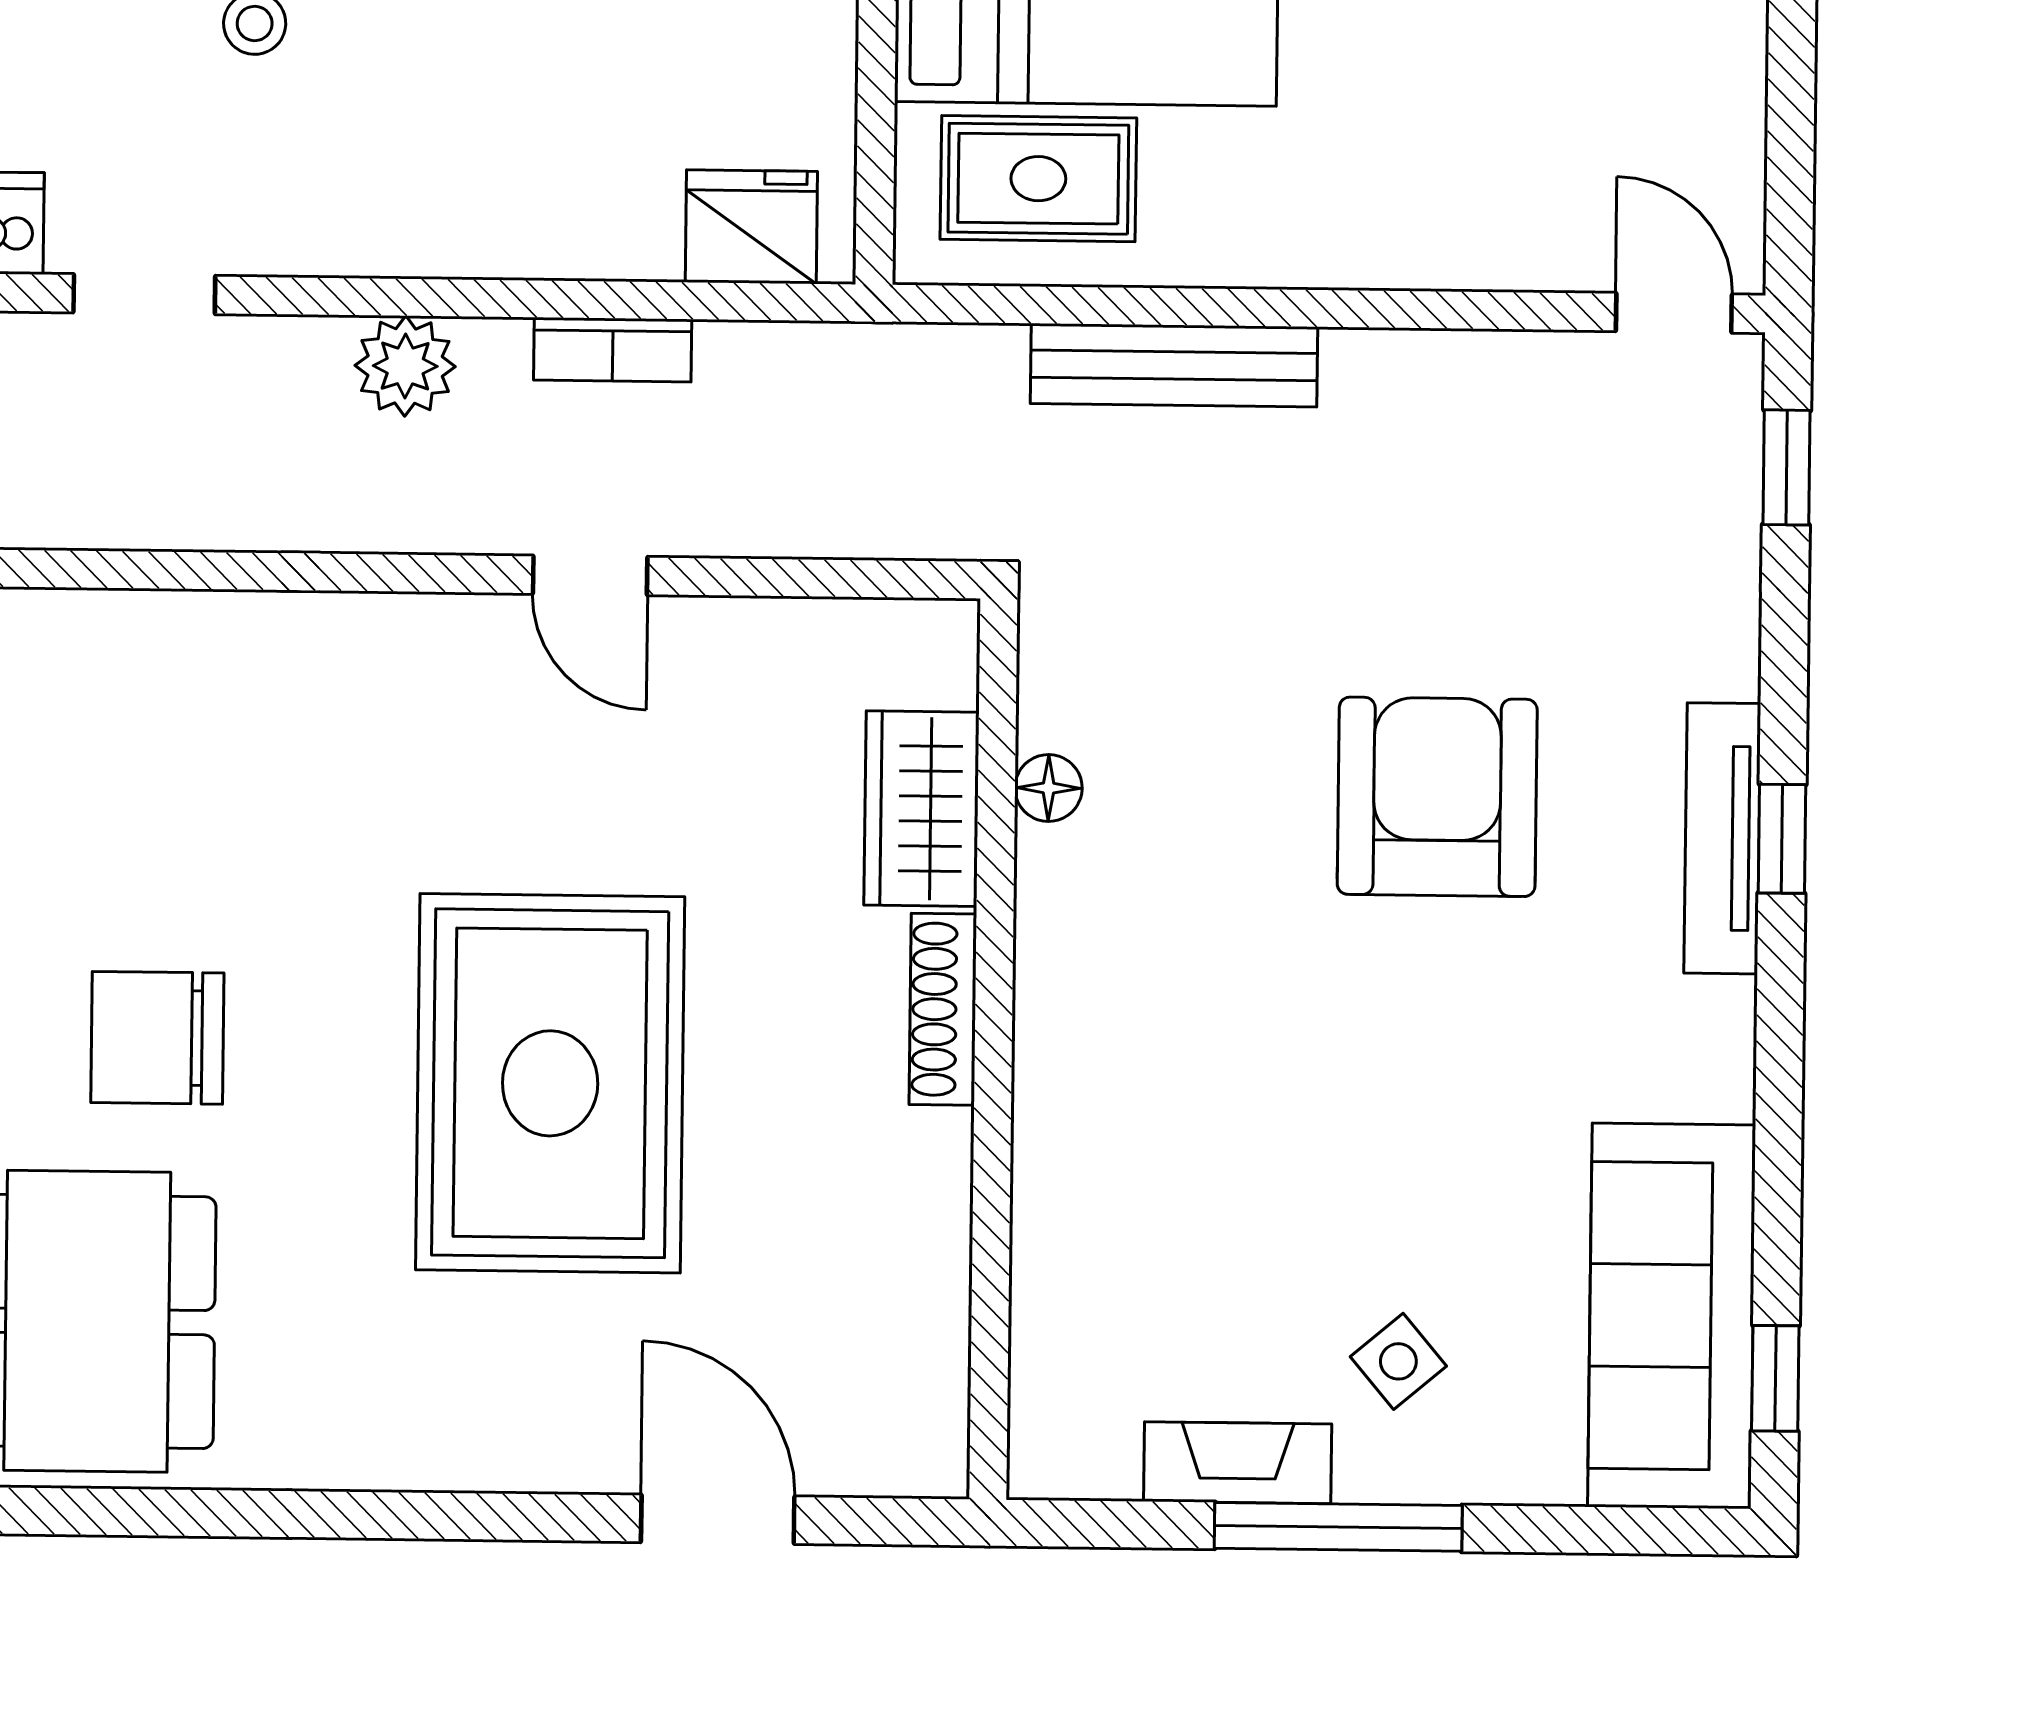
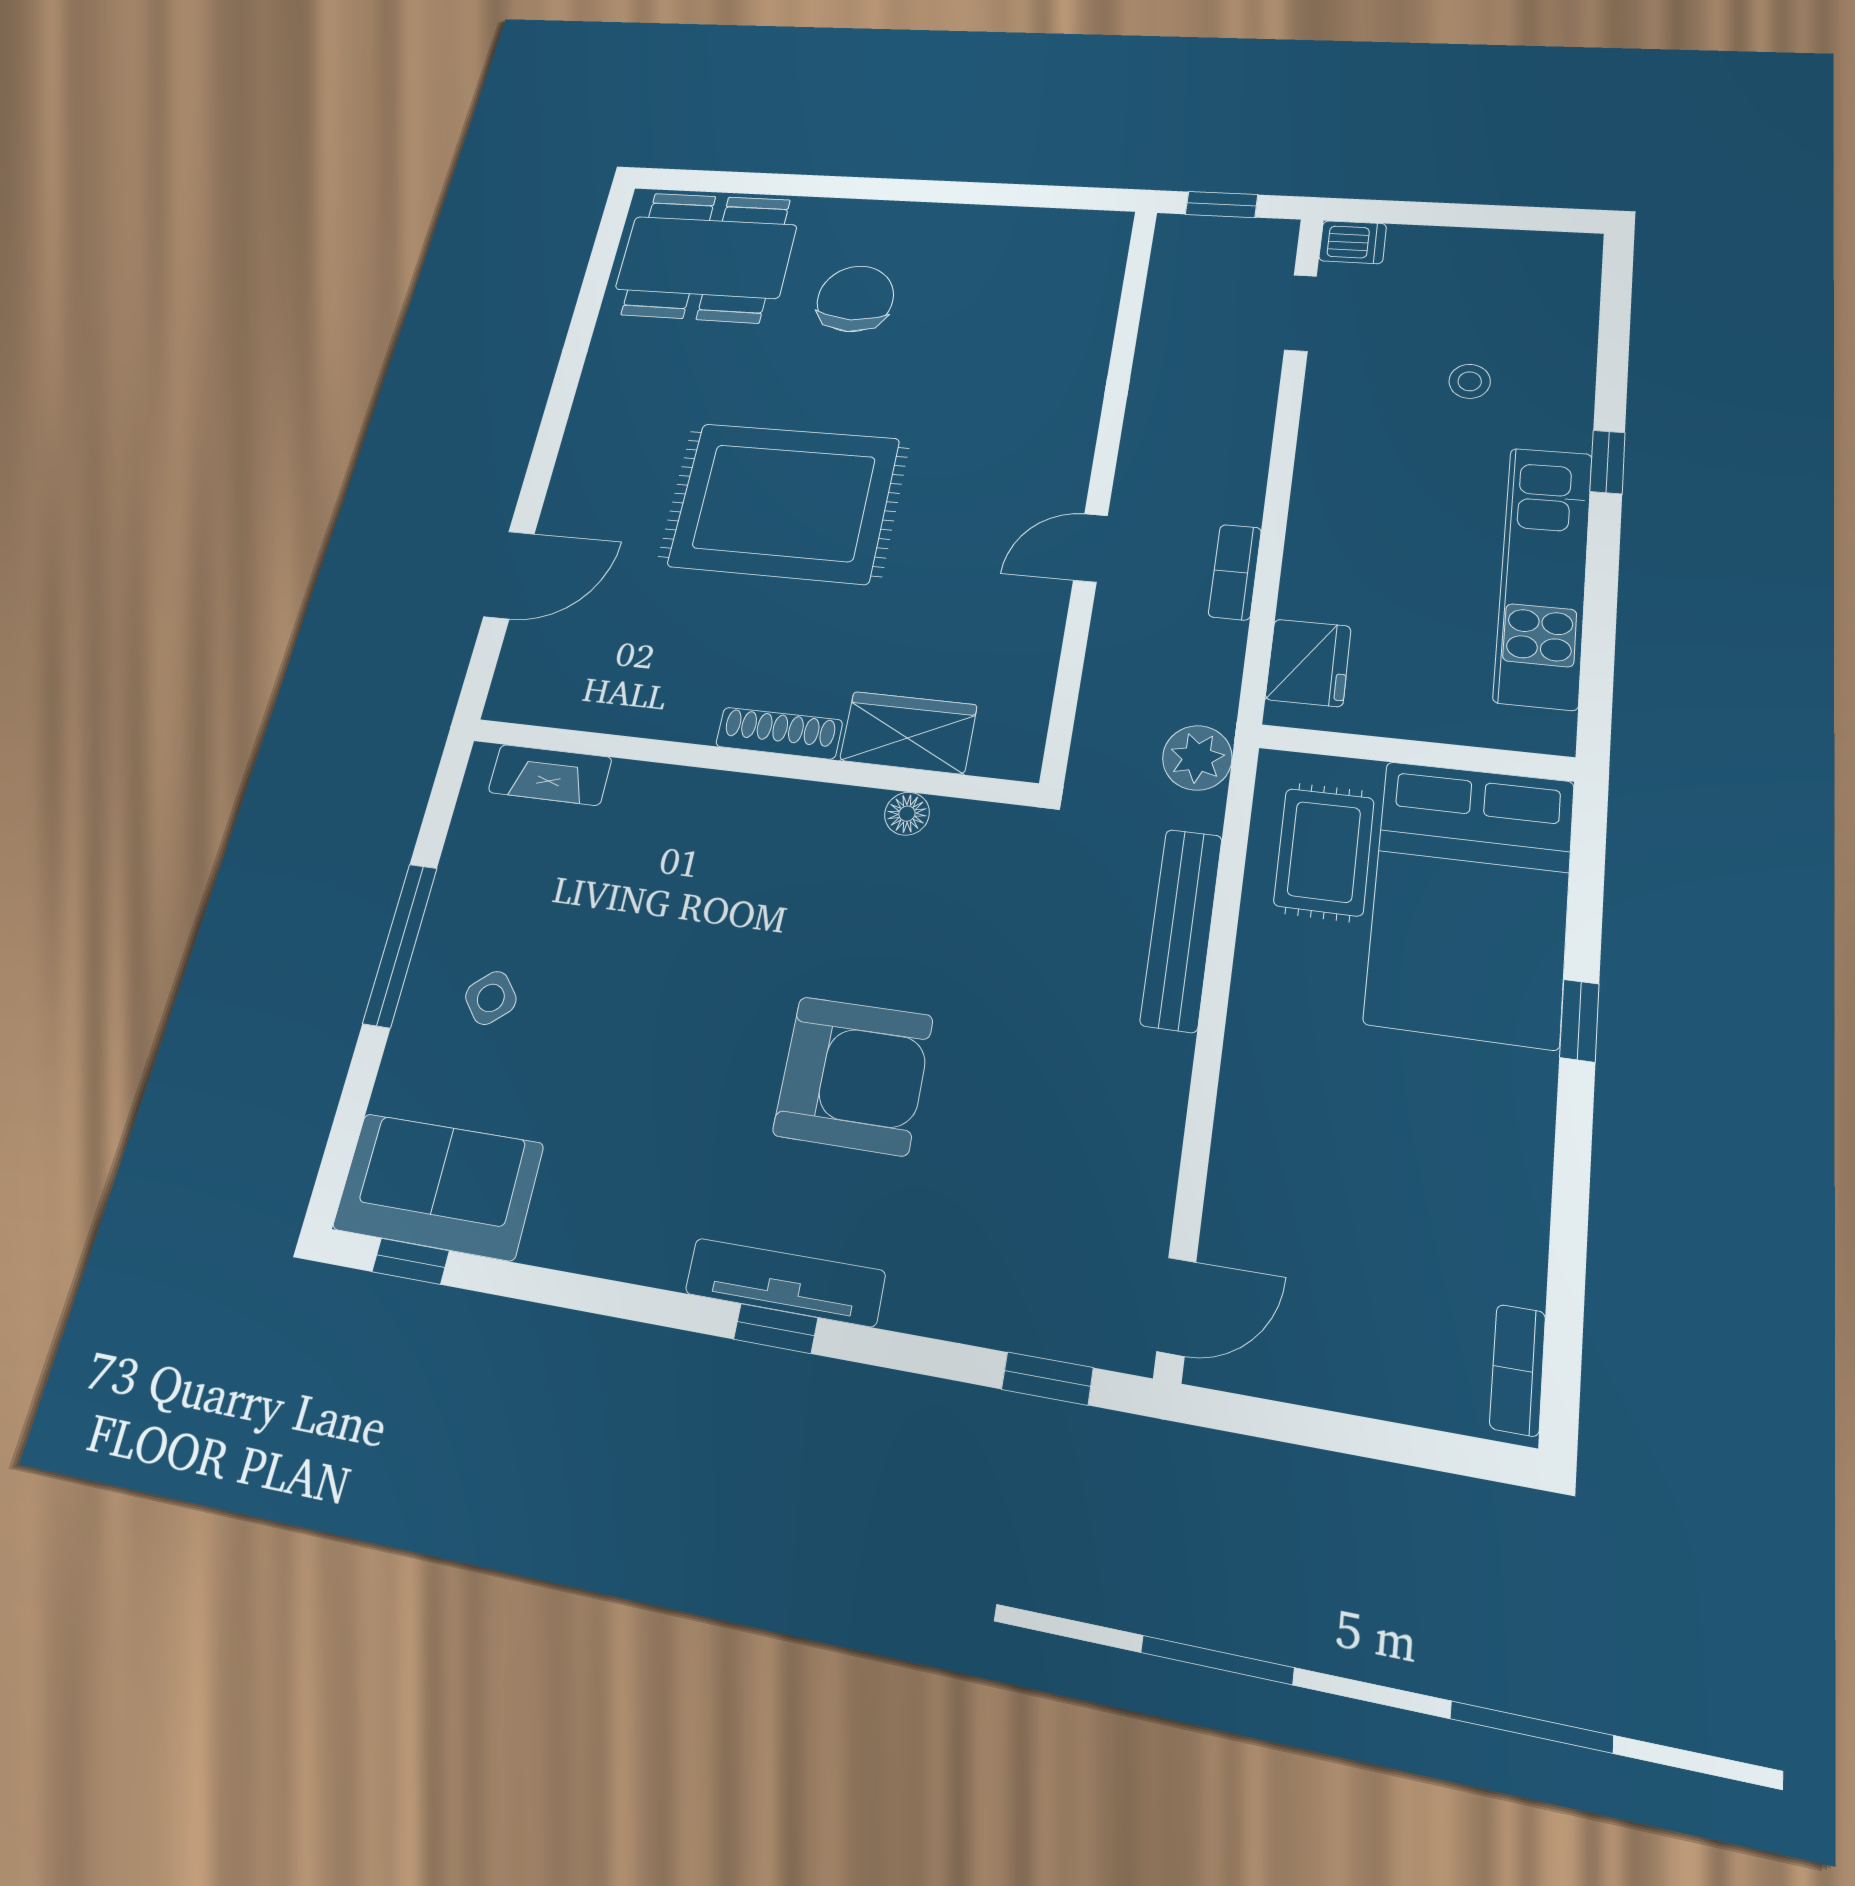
plant: (405, 366) -> (1197, 758), moved
sofa: (1672, 1316) -> (438, 1186), width x0.73
fireplace: (1238, 1463) -> (550, 775), moved, turned 90

